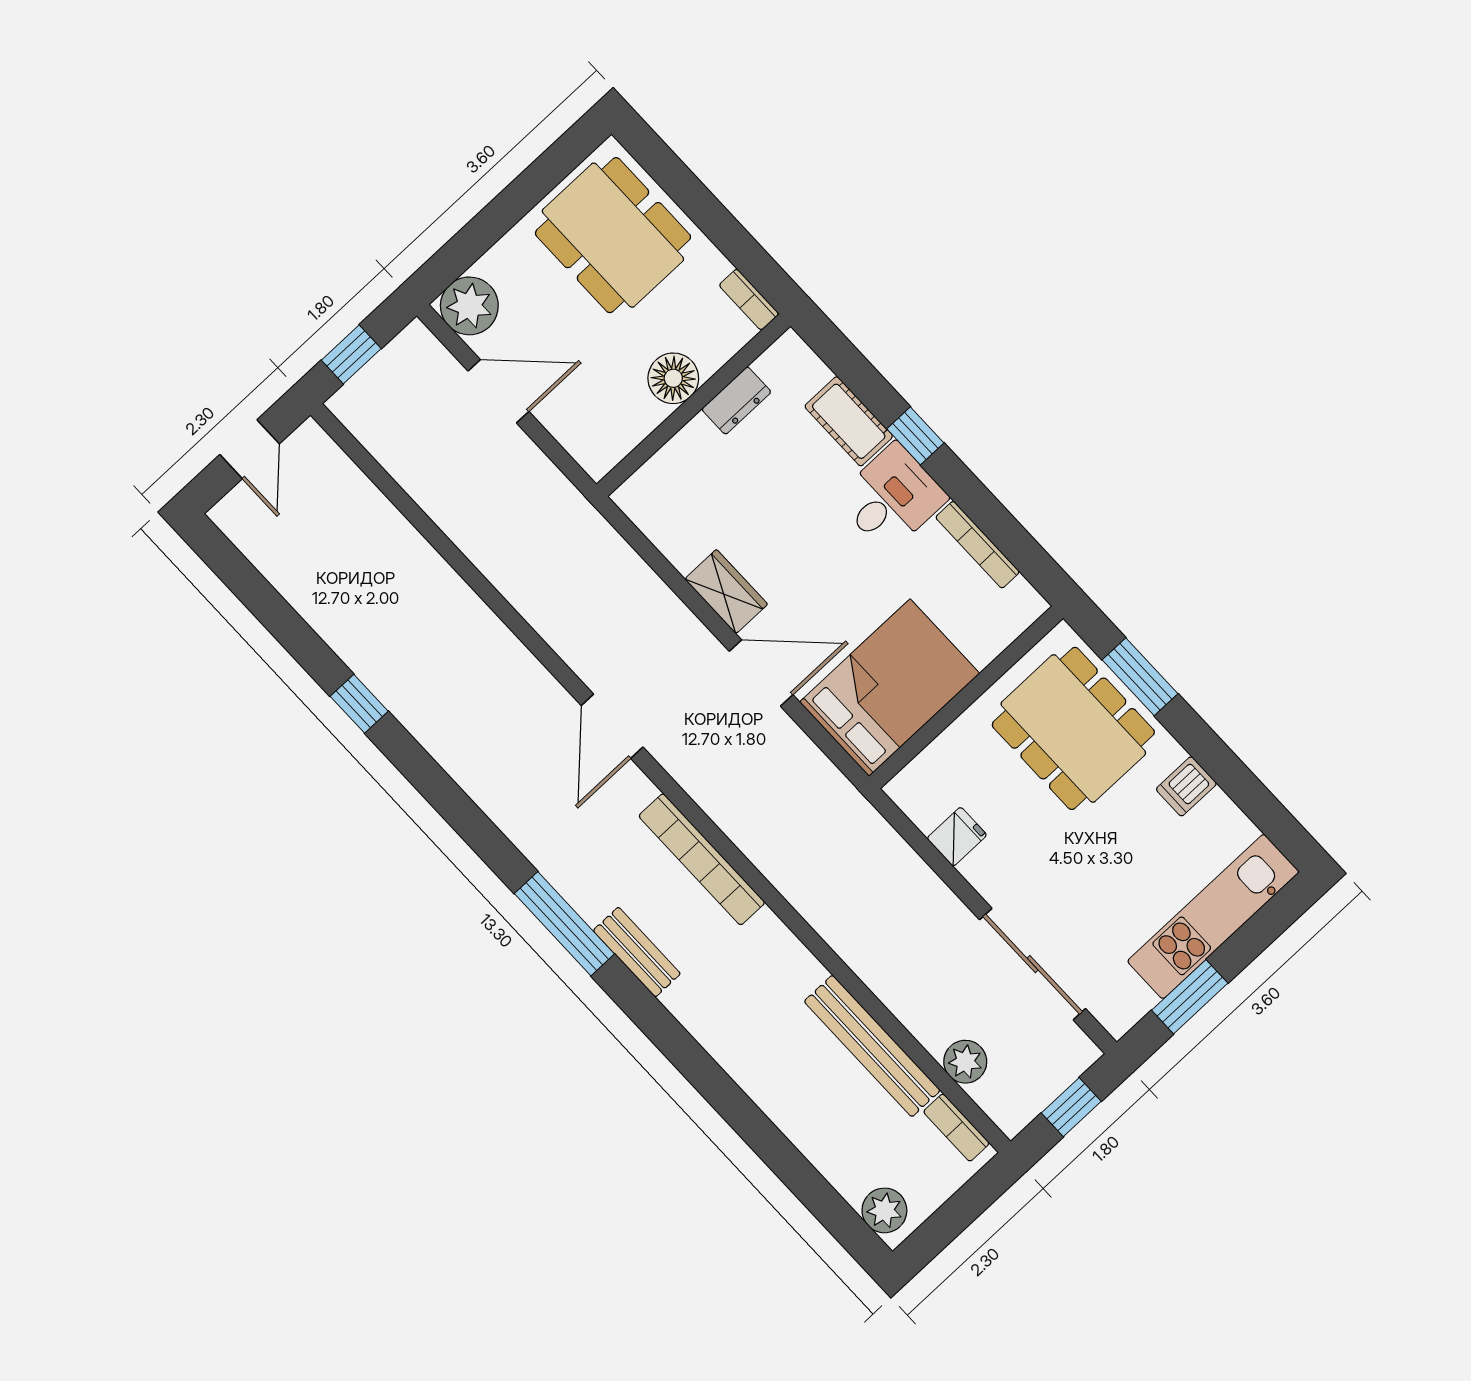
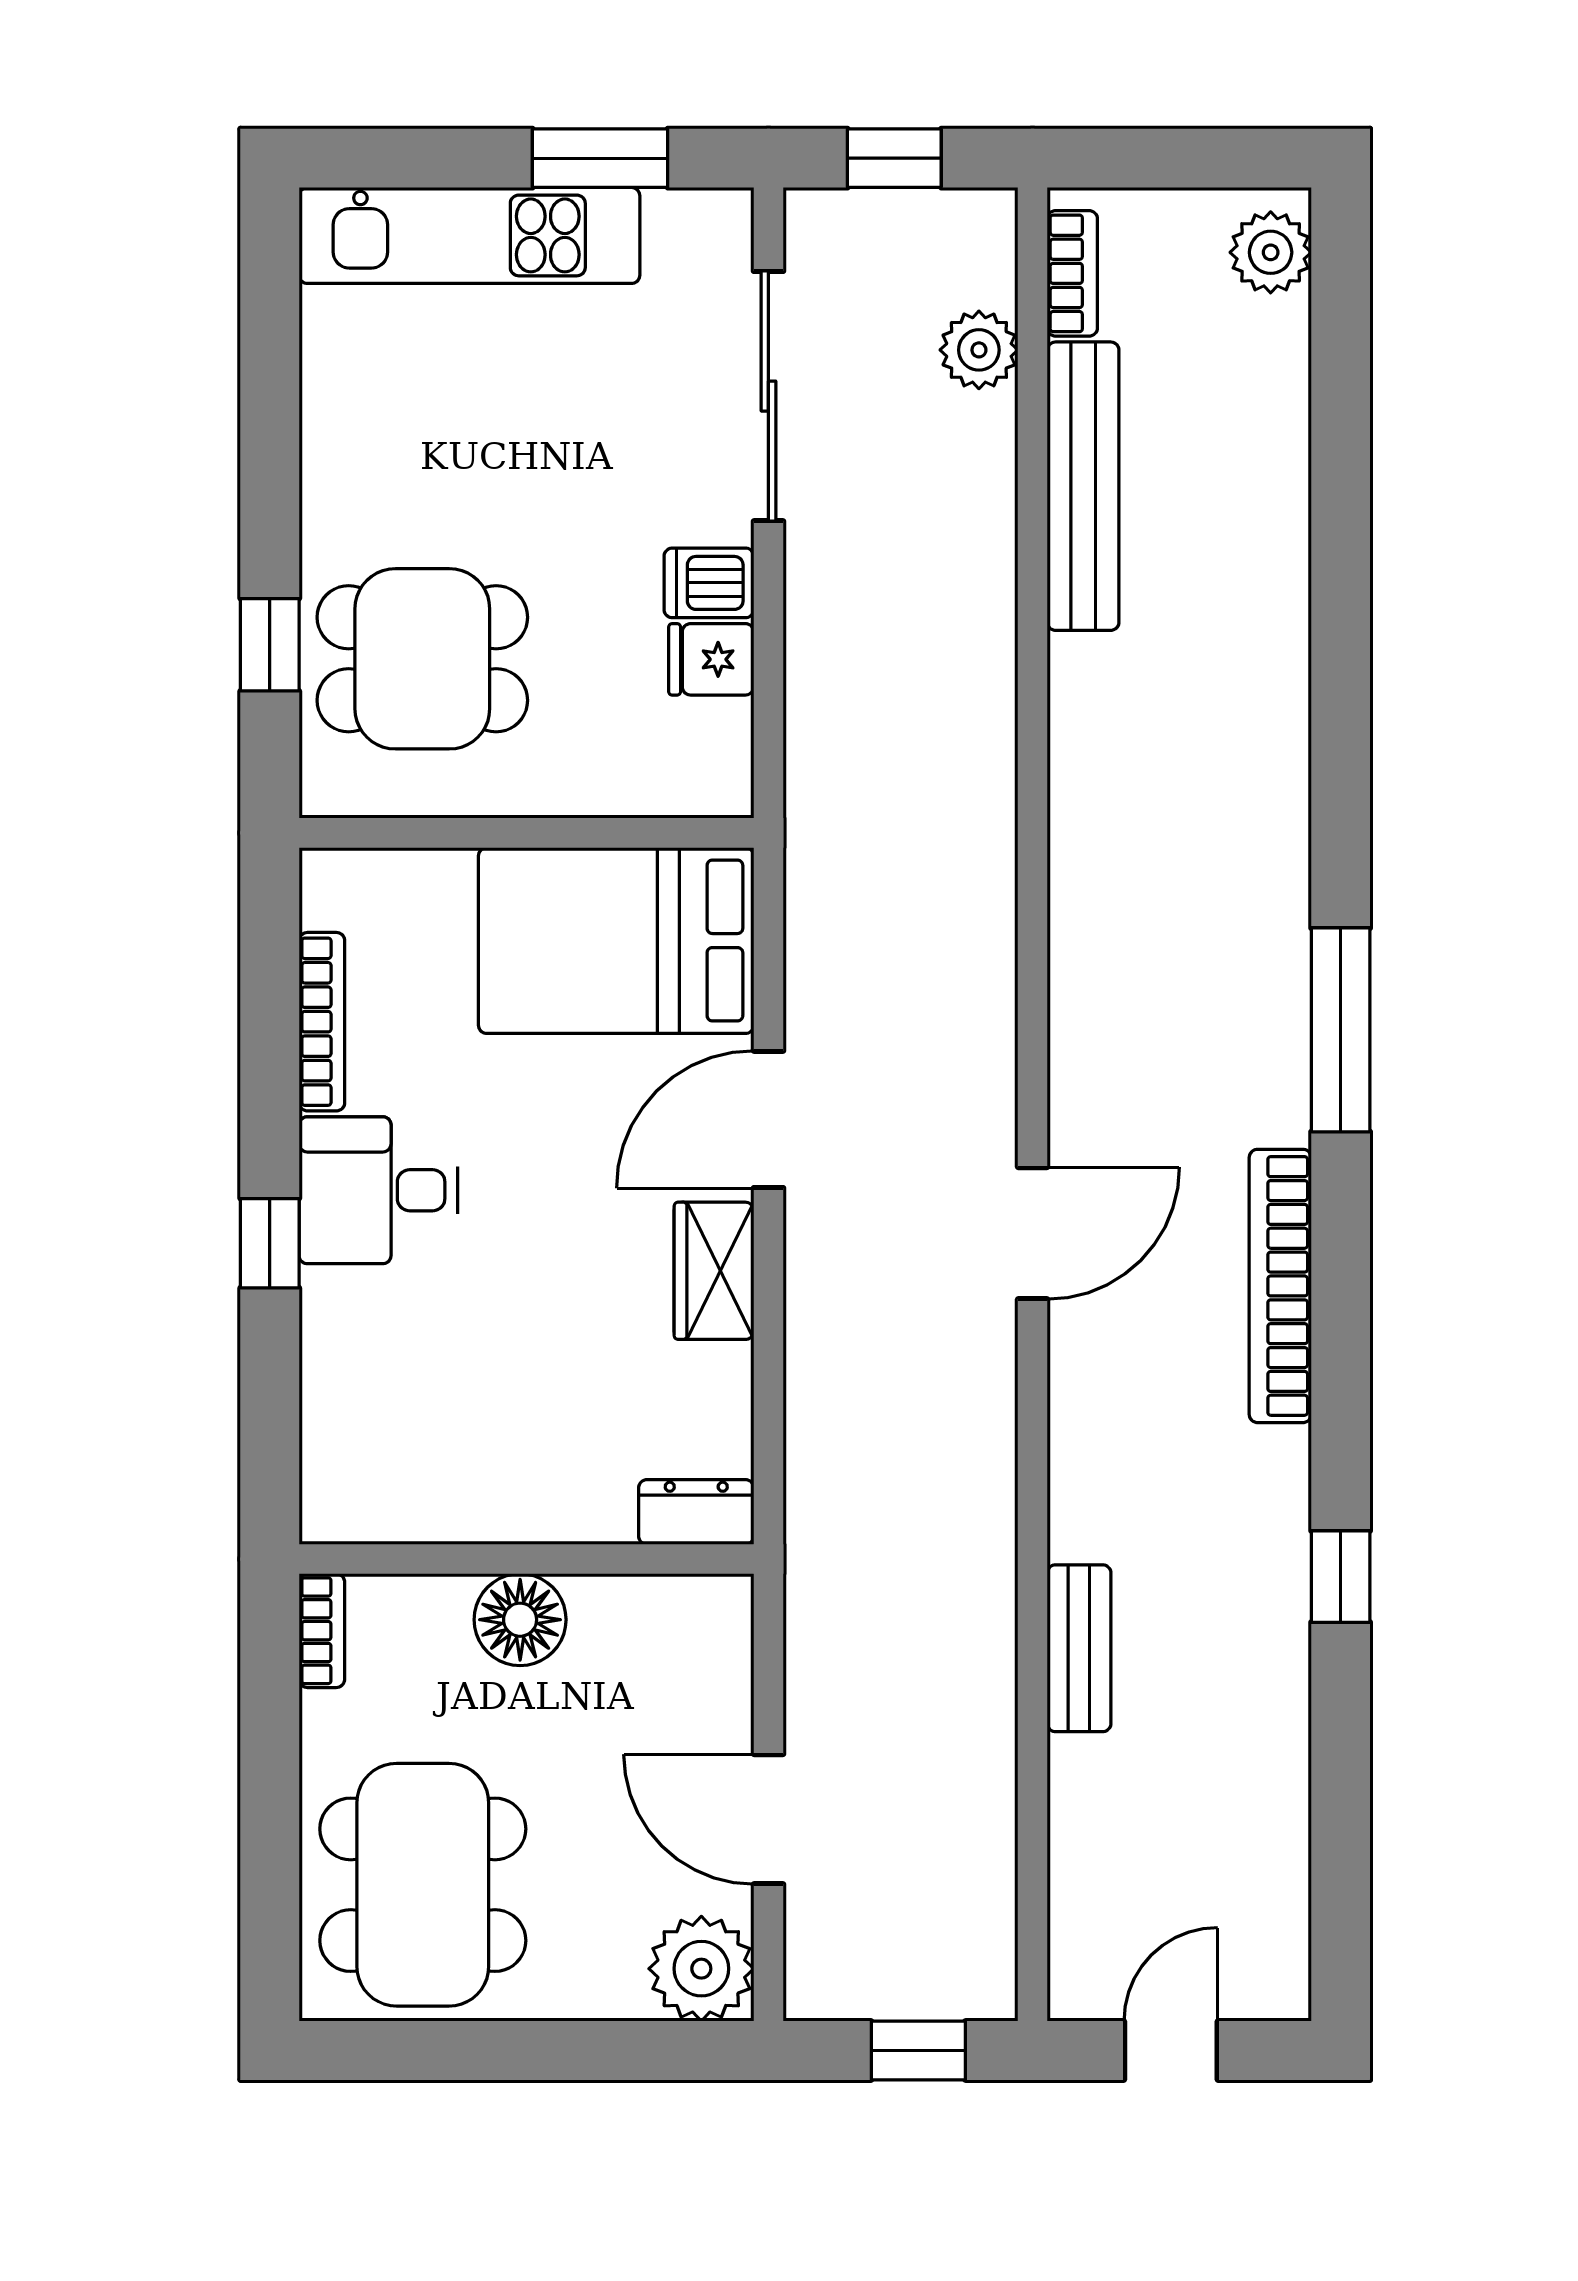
dresser: (736, 401) -> (696, 1512), moved
cot: (849, 421) -> (340, 1345), removed
door: (761, 673) -> (768, 1119), hinge flipped
window: (1140, 677) -> (270, 645), width x0.67
dining table: (1073, 728) -> (422, 659), width x0.73
dishwasher: (1186, 786) -> (709, 583), moved, turned 180
bookcase: (702, 859) -> (1280, 1286), moved, turned 180
bench: (637, 952) -> (1079, 1648), moved

